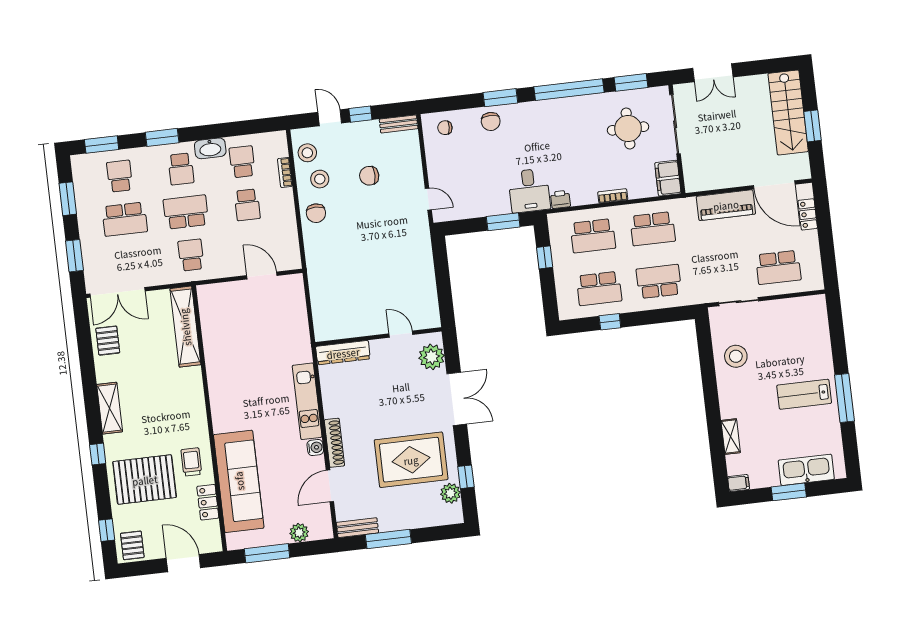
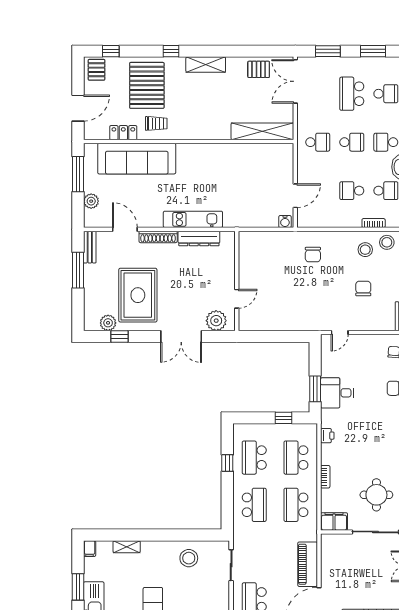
desk: (529, 190) -> (337, 393), moved
school desk: (186, 212) -> (352, 142), width x0.54
chair: (316, 213) -> (313, 255), moved, turned -90
dresser: (343, 353) -> (199, 238), moved, turned -90
water cooler: (315, 447) -> (285, 222), moved
pallet: (132, 545) -> (97, 70), turned 90

